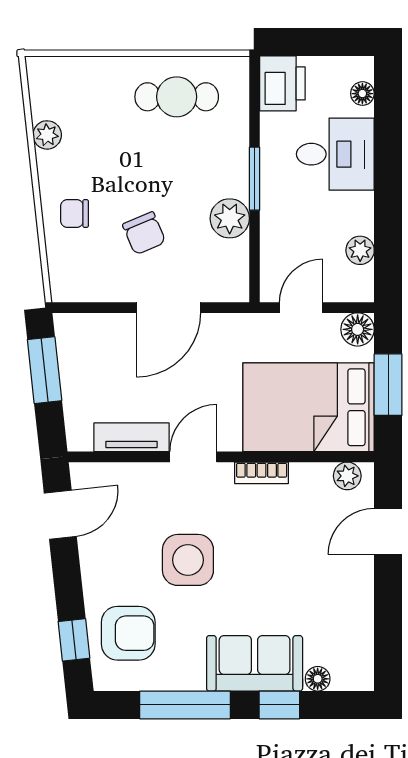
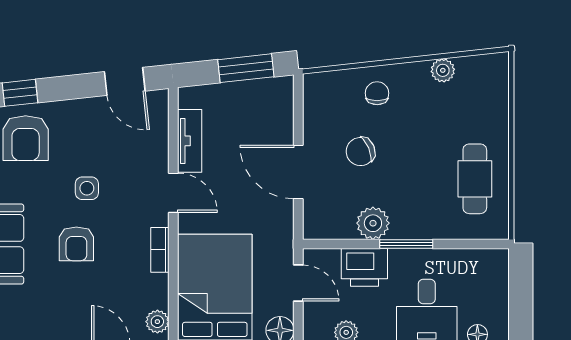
printer: (282, 83) -> (364, 267), moved
side table: (188, 560) -> (87, 188), width x0.54, depth x0.54
armchair: (254, 572) -> (76, 244), added

